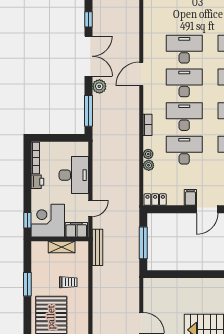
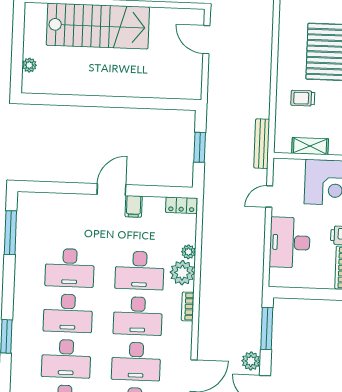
plant: (148, 154) -> (182, 273), width x1.88, depth x1.88
filing cabinet: (76, 230) -> (289, 168), removed
window: (143, 243) -> (200, 147), width x0.69

